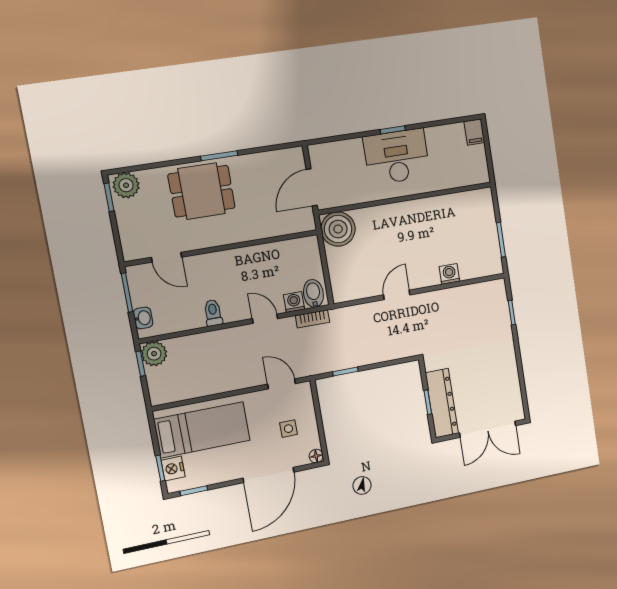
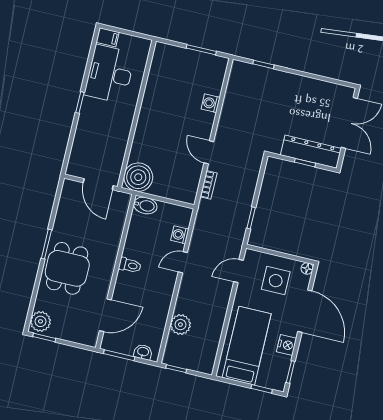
desk: (397, 157) -> (110, 74), moved
door: (167, 257) -> (105, 315), width x1.38
bidet: (313, 293) -> (145, 206), moved, turned 180
toilet: (213, 313) -> (130, 265), moved, turned 180
bookcase: (312, 319) -> (209, 185), moved
plant: (154, 354) -> (180, 325), moved
side table: (288, 429) -> (276, 281), width x1.87, depth x1.87
nightstand: (173, 469) -> (287, 345), moved, turned -90

